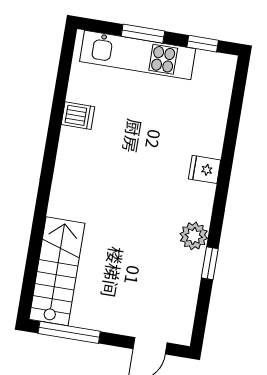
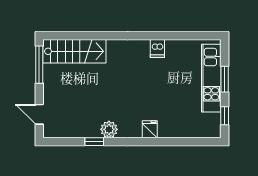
dishwasher: (78, 116) -> (157, 48), moved

